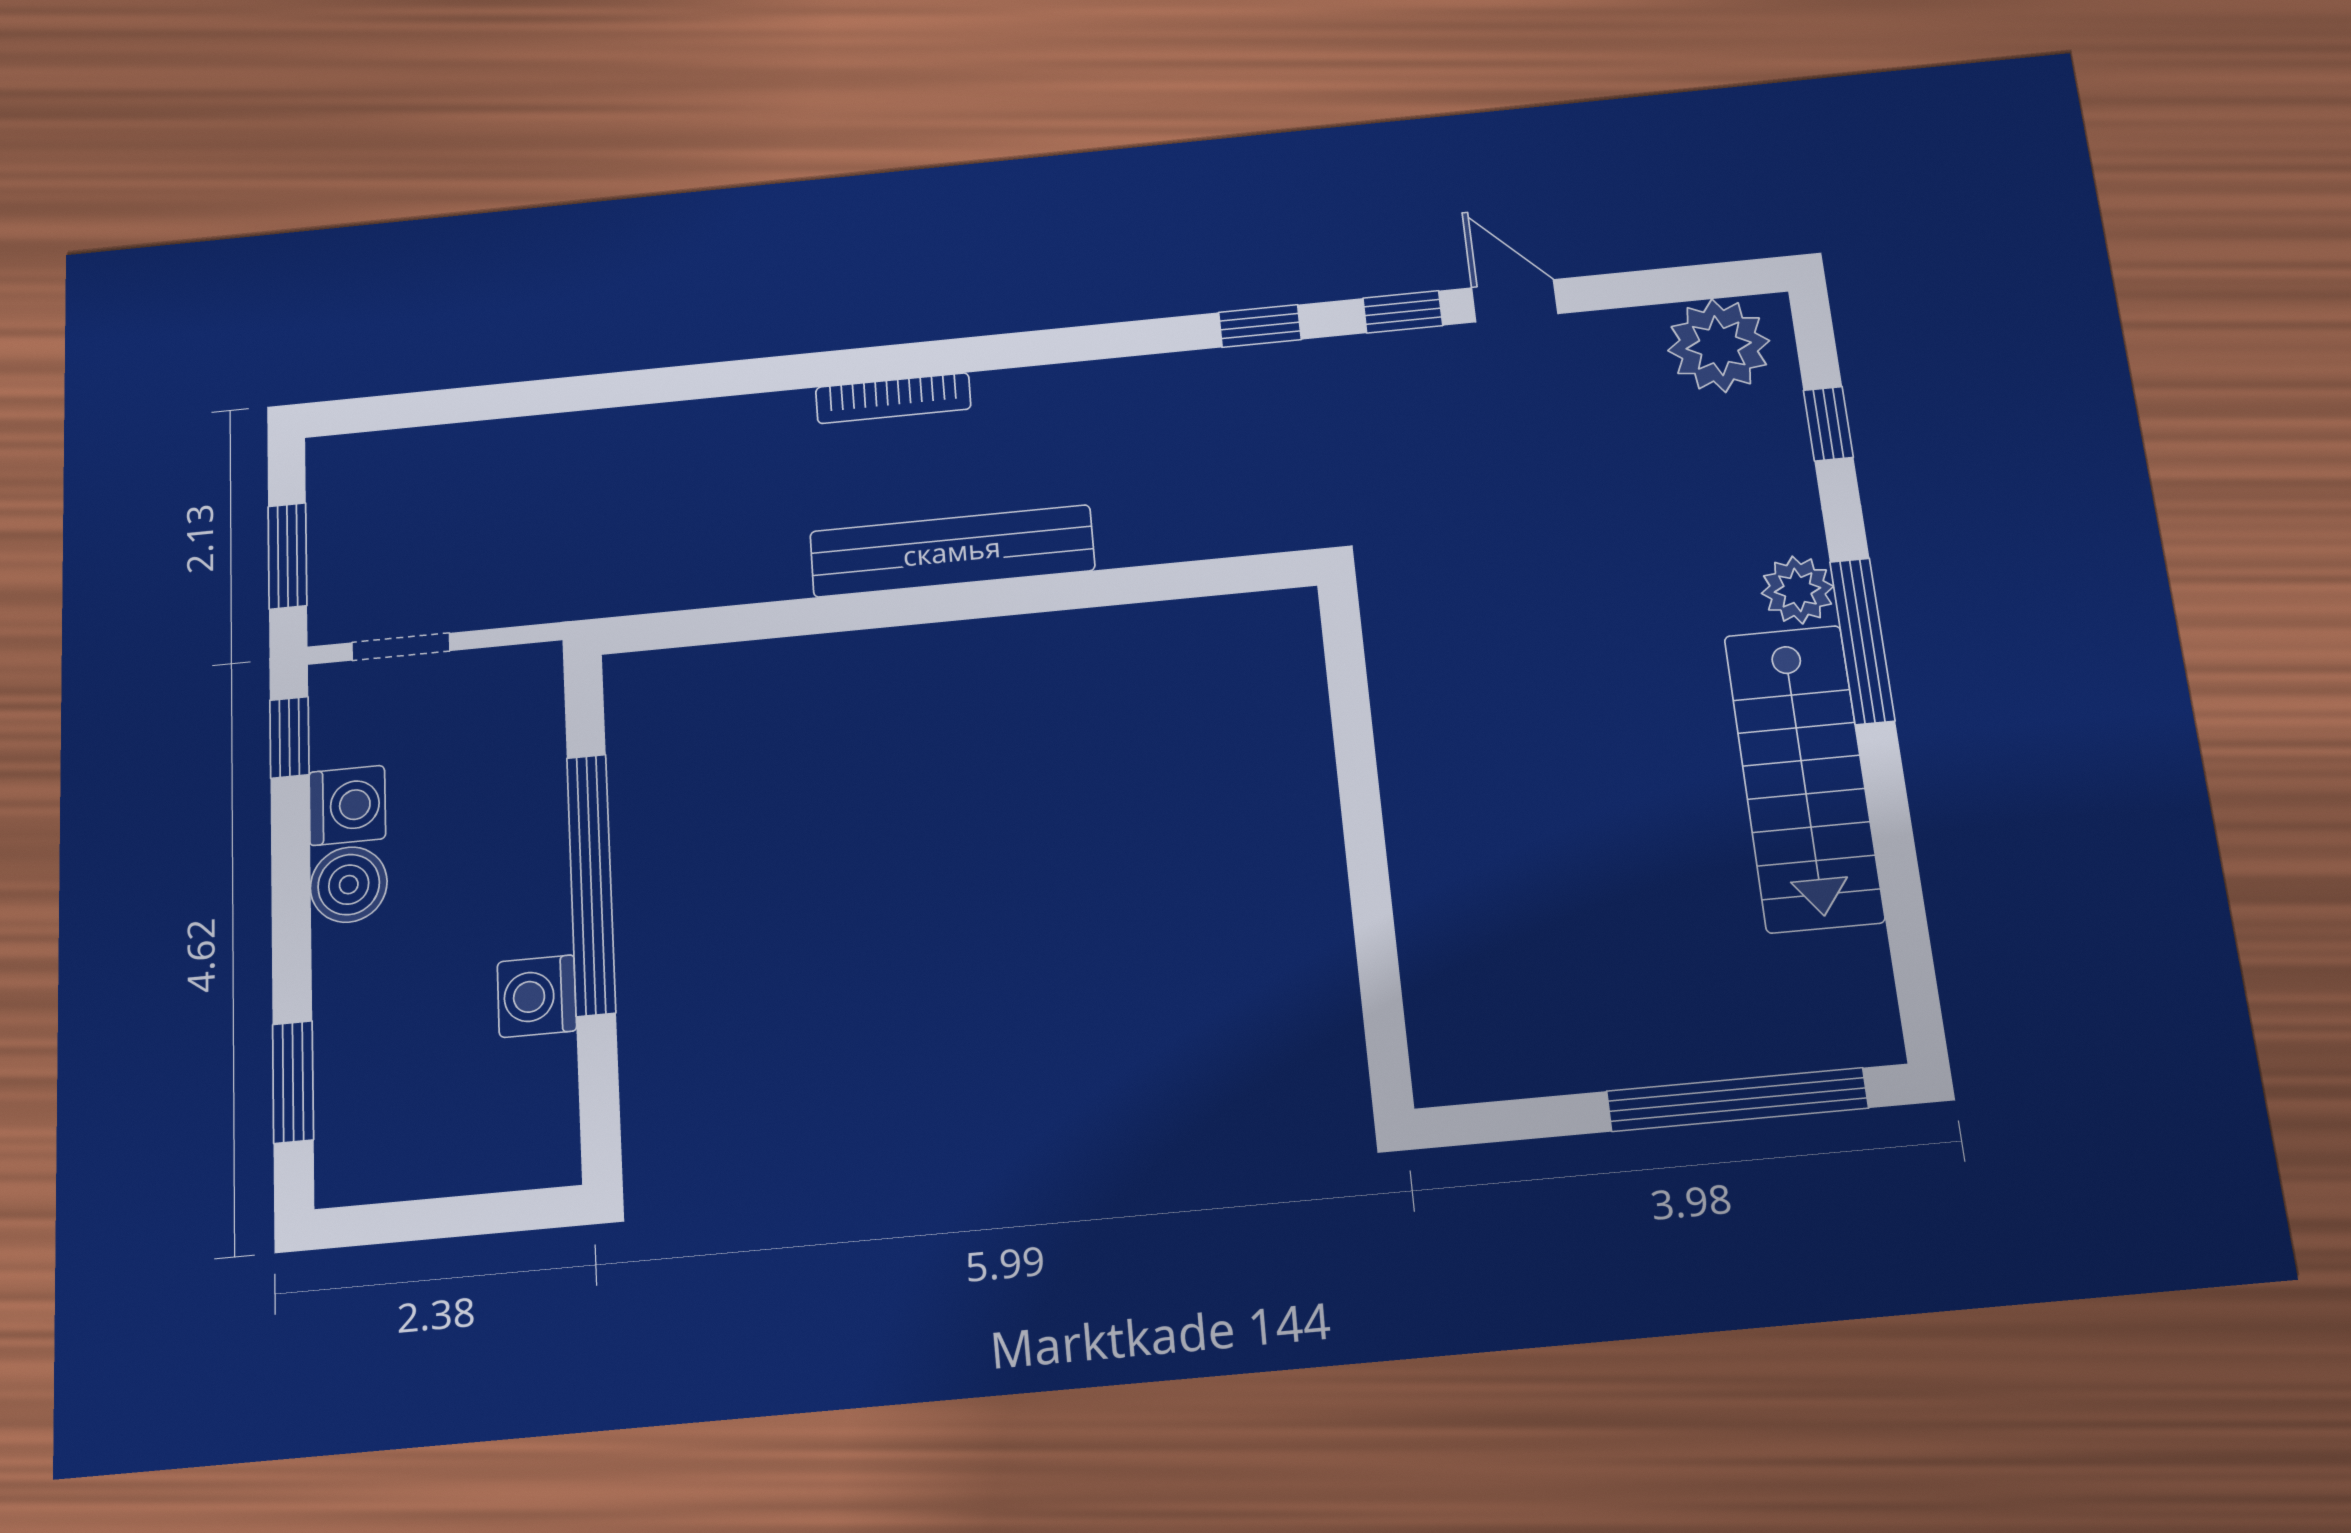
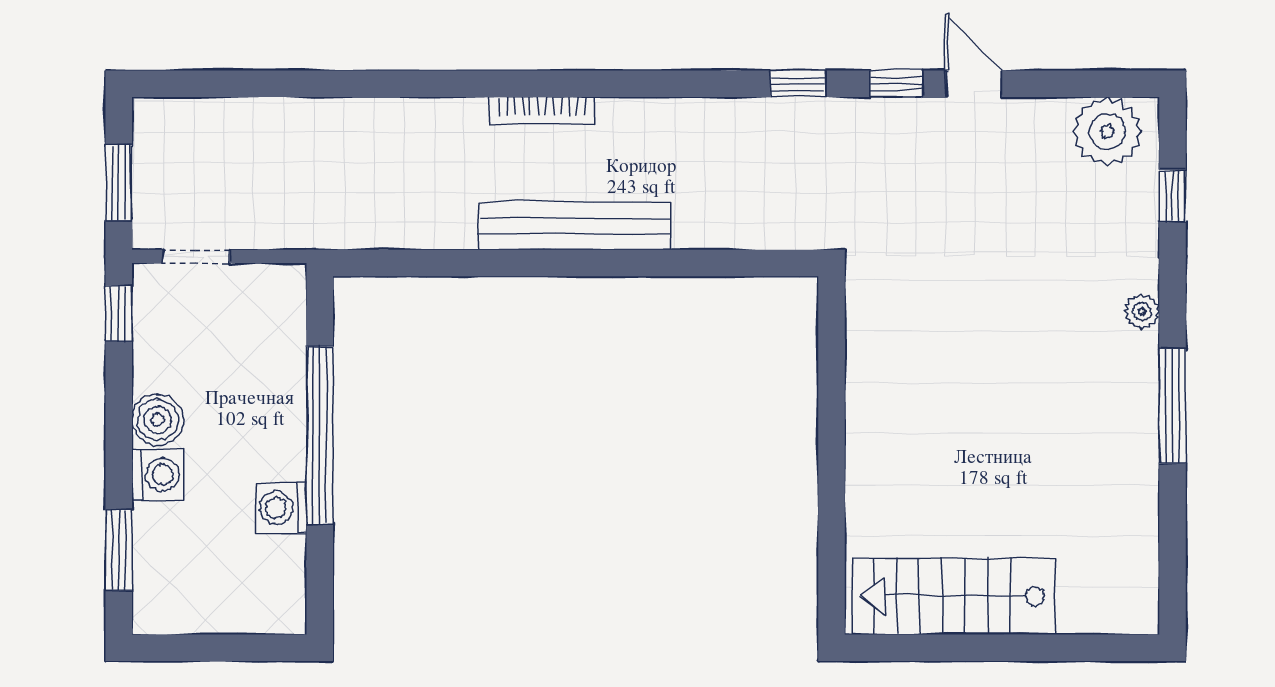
plant: (1797, 590) -> (1142, 311), width x0.73, depth x0.73
window: (1862, 641) -> (1173, 406), moved
stairs: (1804, 778) -> (953, 596), moved, turned 90
washing machine: (347, 805) -> (157, 475), moved
window: (1737, 1100) -> (1049, 648), removed

